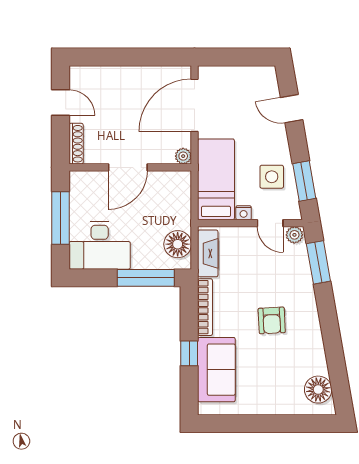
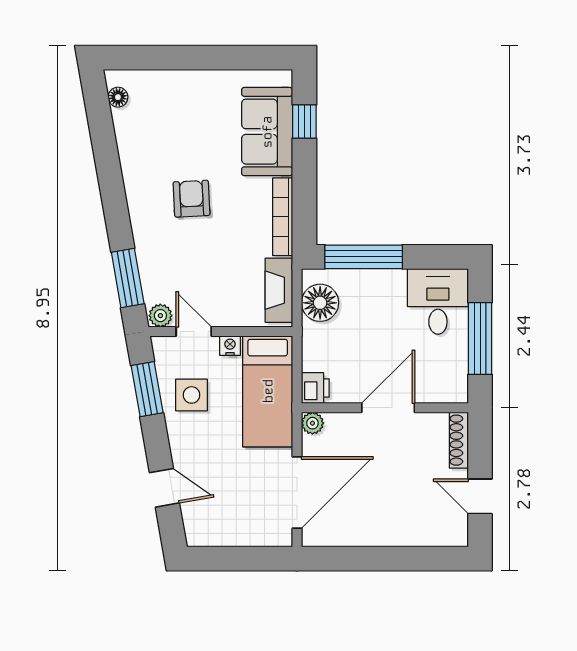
printer: (181, 182) -> (315, 388), added
desk: (100, 245) -> (438, 301), width x0.73
window: (189, 353) -> (304, 122), moved
floor lamp: (318, 390) -> (118, 97), width x0.53, depth x0.53

